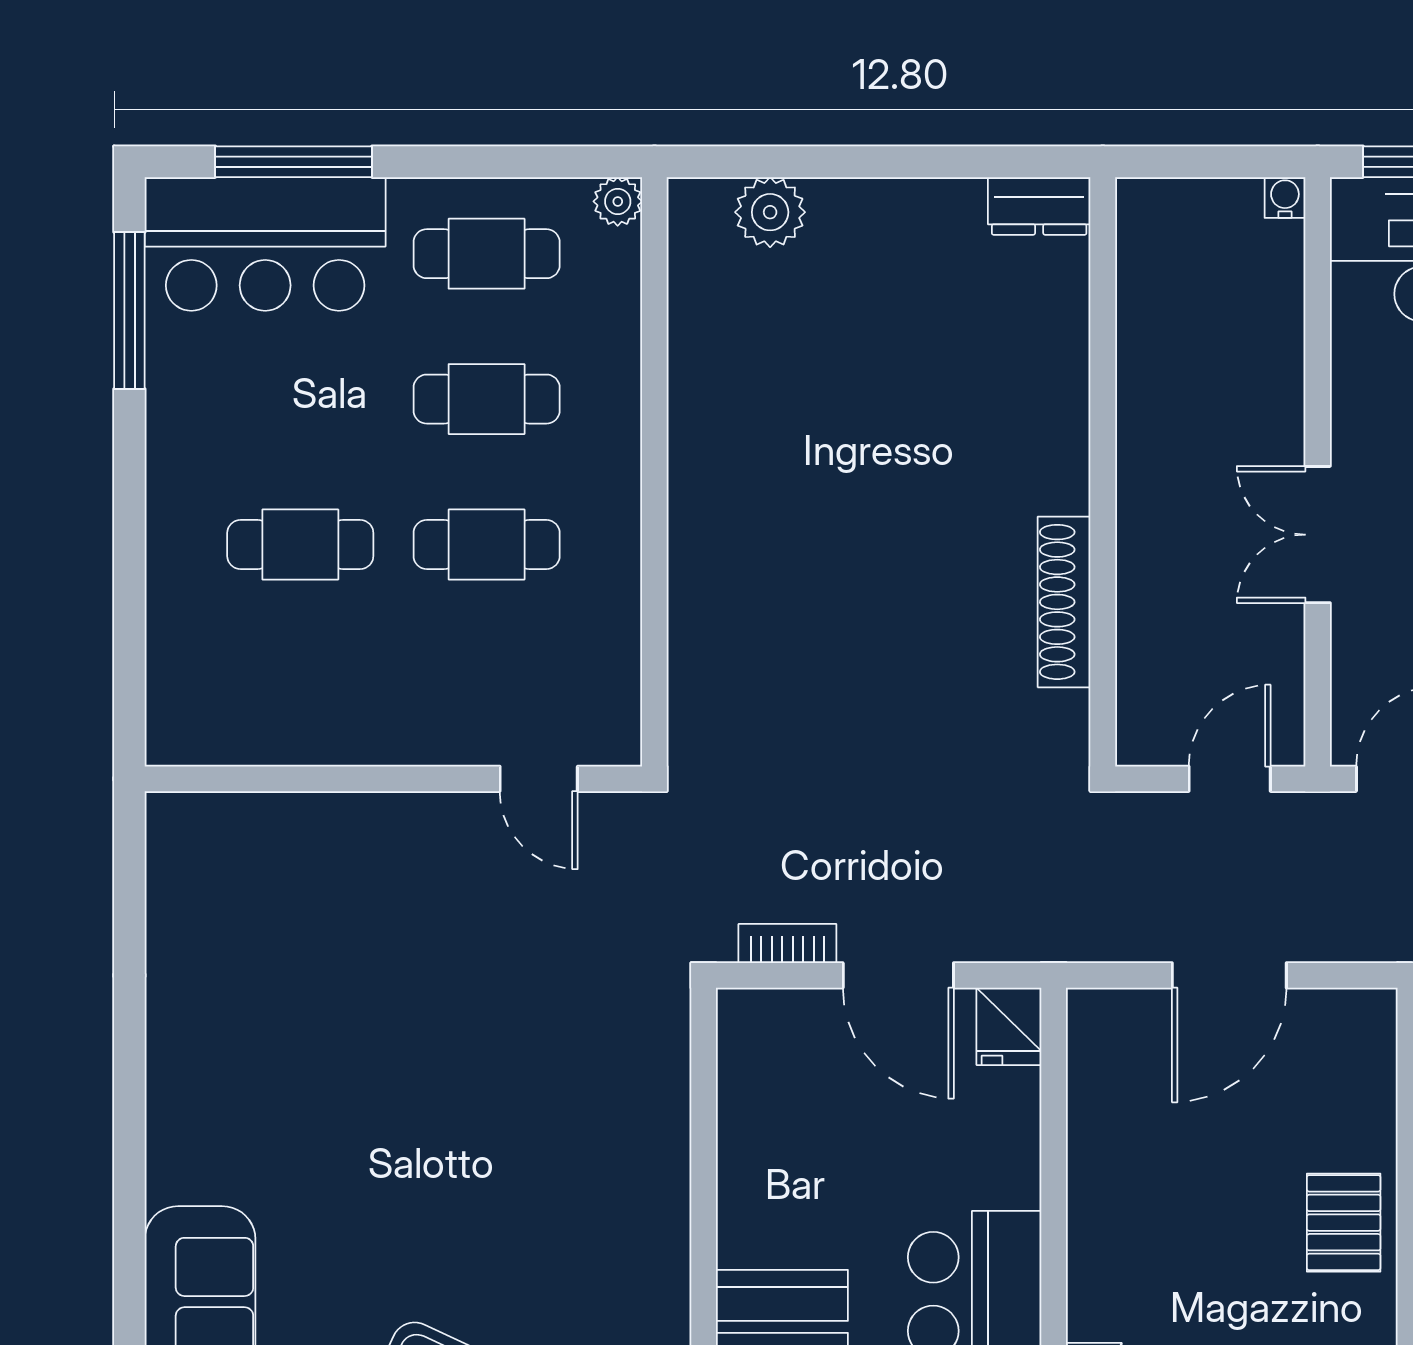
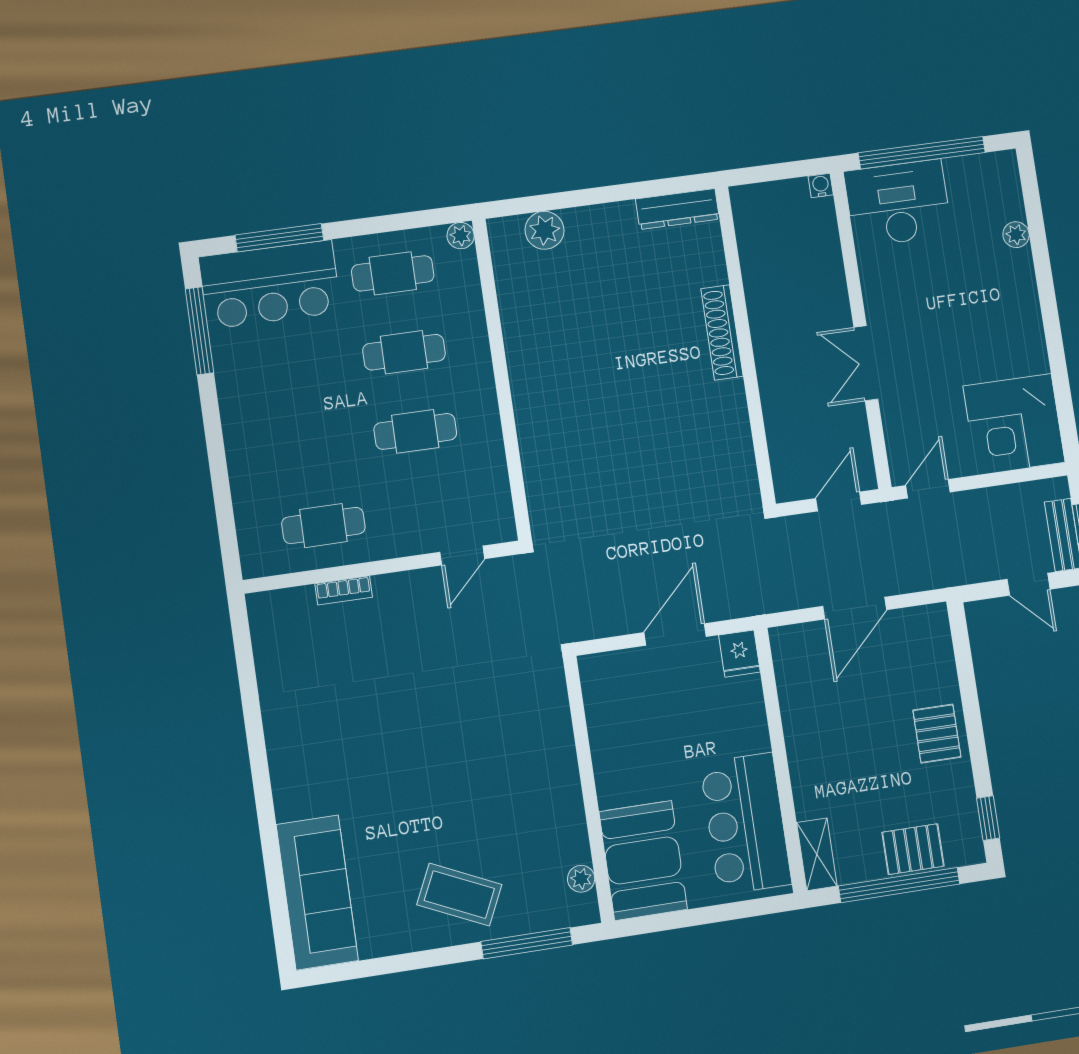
dresser: (1039, 206) -> (677, 209), width x1.44
cafe table: (300, 544) -> (323, 526), moved
shoe rack: (1064, 602) -> (722, 332), moved
door: (539, 779) -> (462, 556), hinge flipped
bookcase: (787, 943) -> (344, 590), moved, turned 180
door: (898, 975) -> (675, 635), swing flipped

